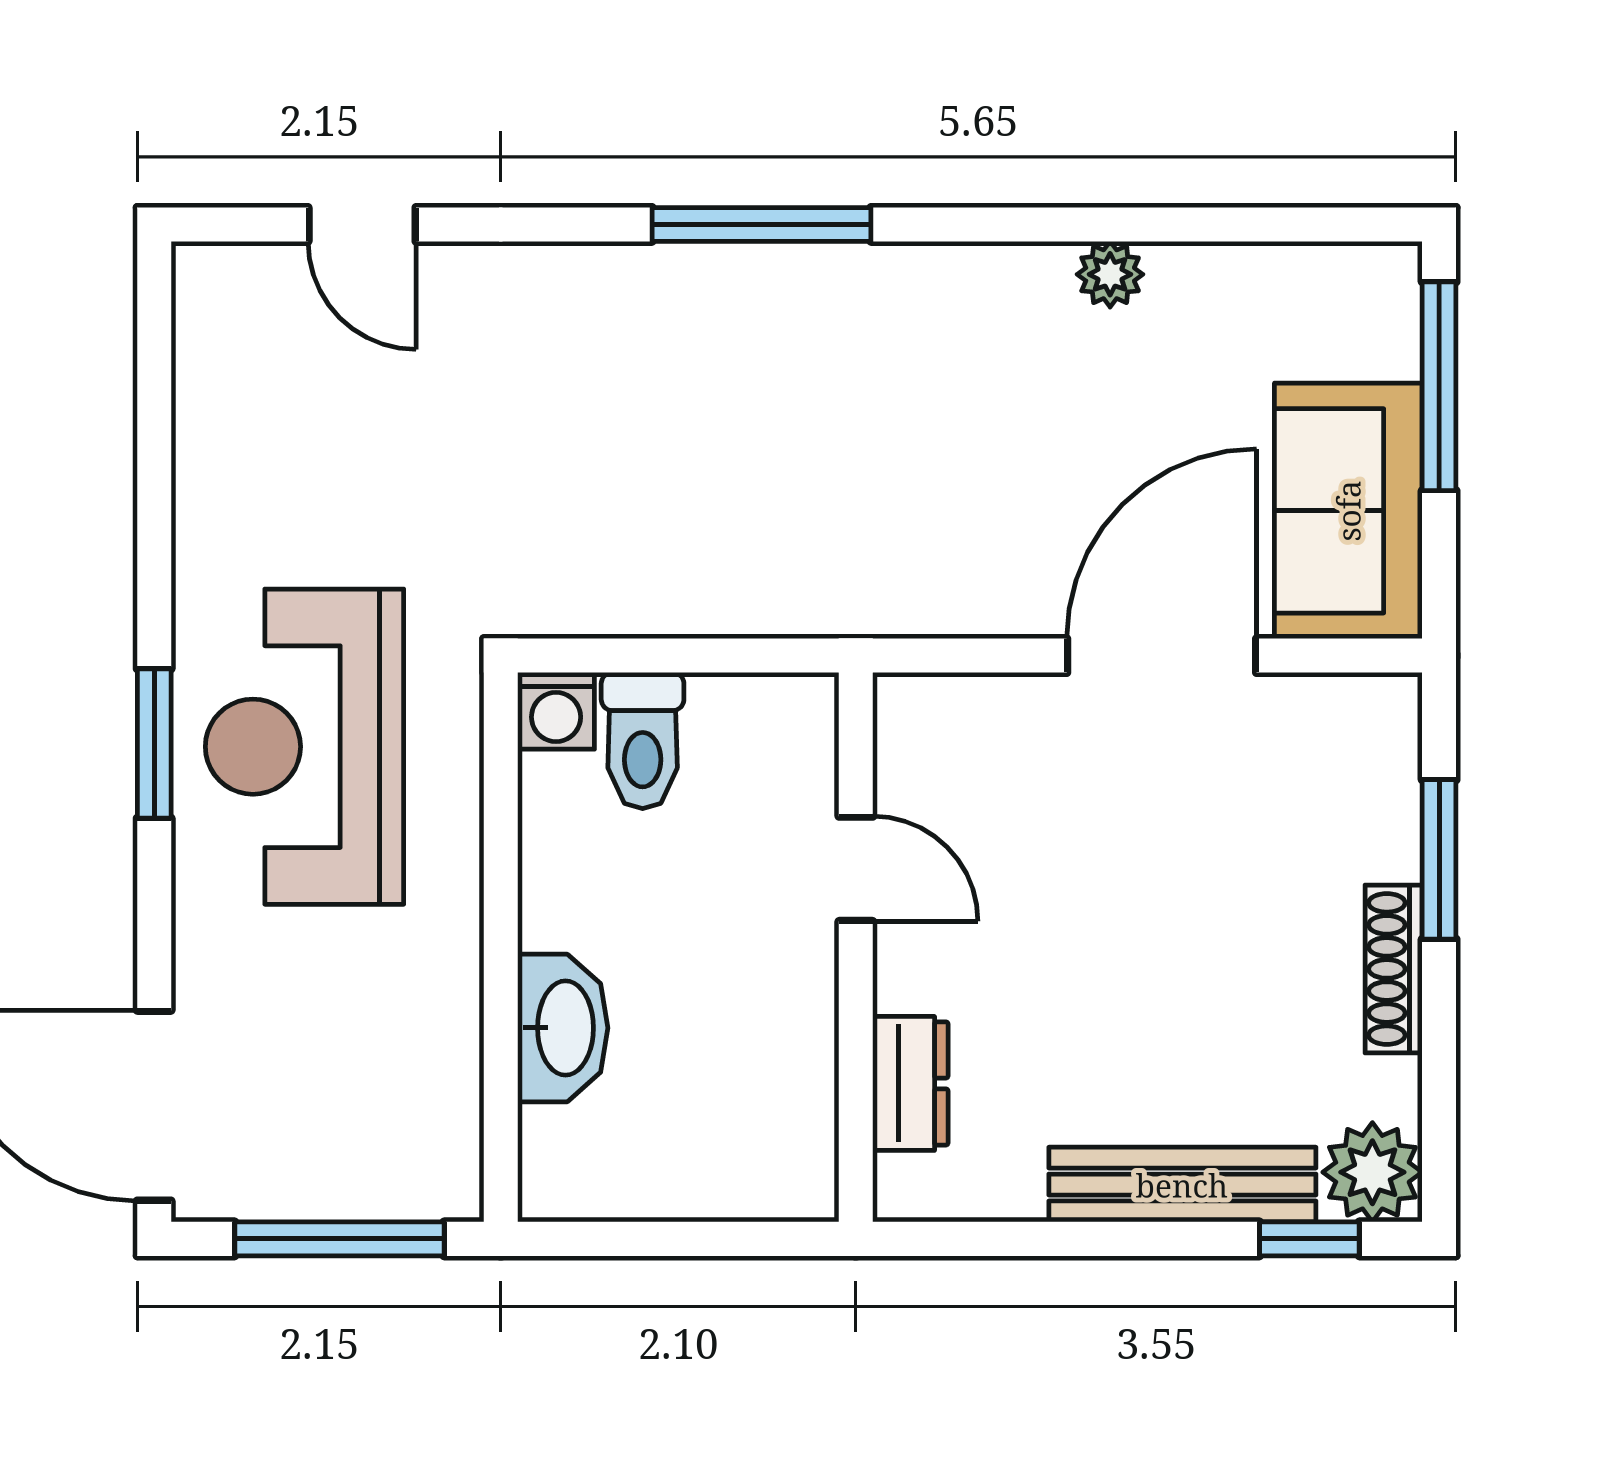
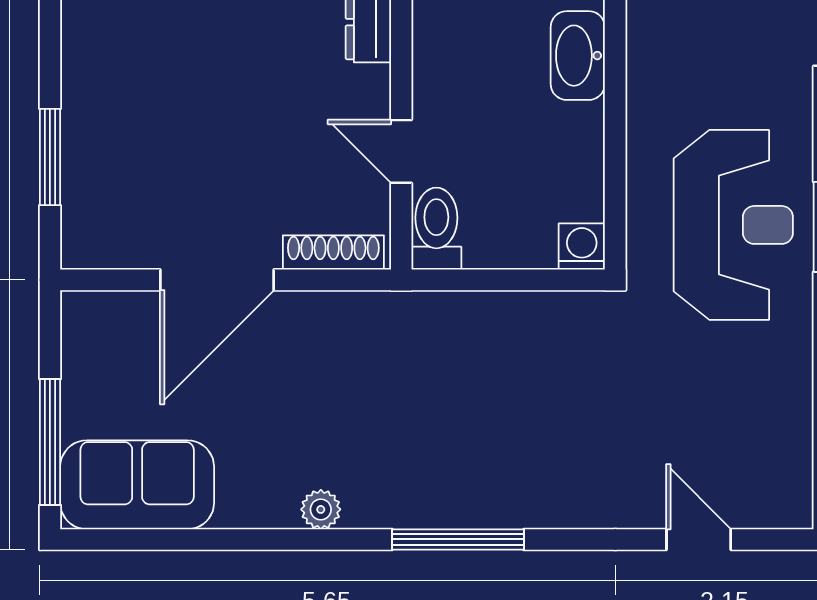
plant: (1110, 274) -> (321, 509), moved
sofa: (1348, 511) -> (137, 485), moved, turned -90
toilet: (643, 741) -> (436, 229), moved
shoe rack: (1394, 969) -> (333, 252), moved, turned -90

